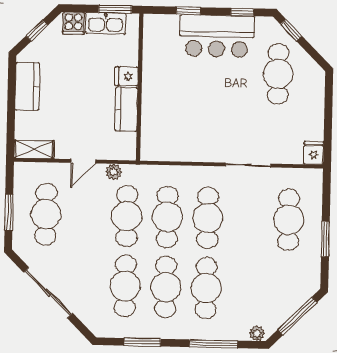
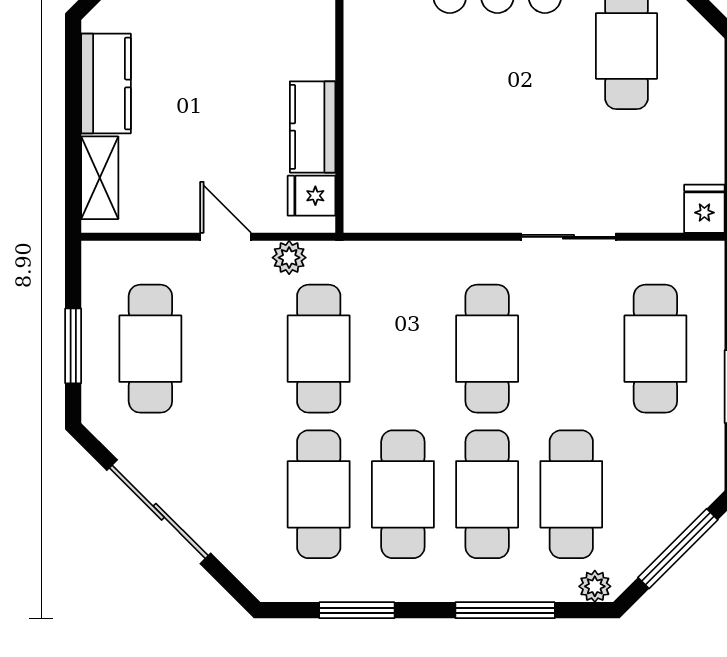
fridge: (127, 76) -> (311, 196), moved
shelving: (34, 149) -> (100, 178), moved, turned 90
door: (83, 161) -> (226, 237), swing flipped
cafe table: (167, 217) -> (571, 494), moved

